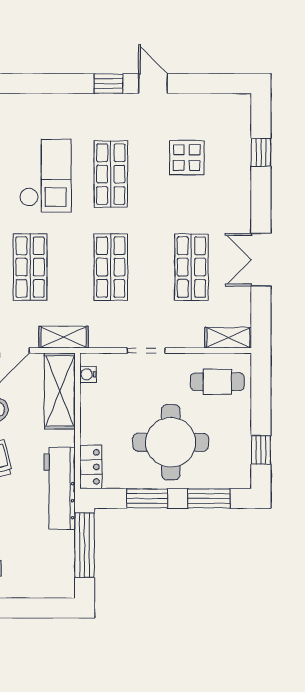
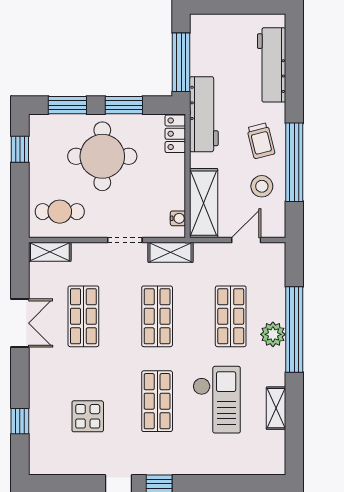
checkout: (46, 176) -> (217, 400), turned 180
shelving: (64, 337) -> (171, 252), moved

